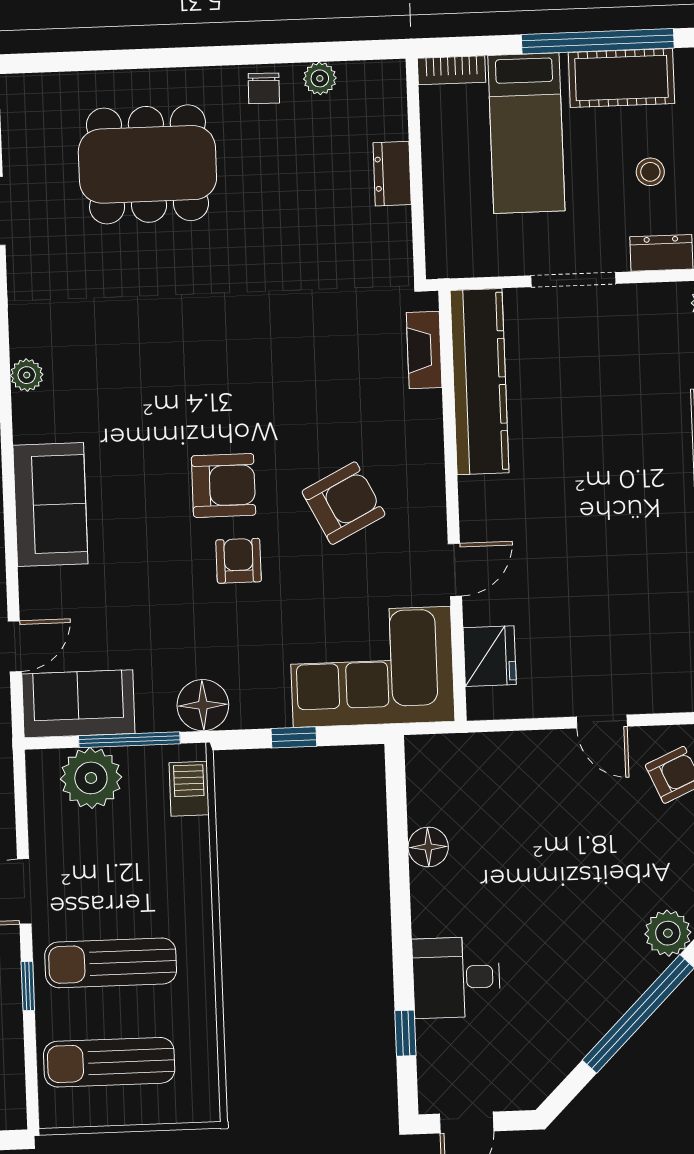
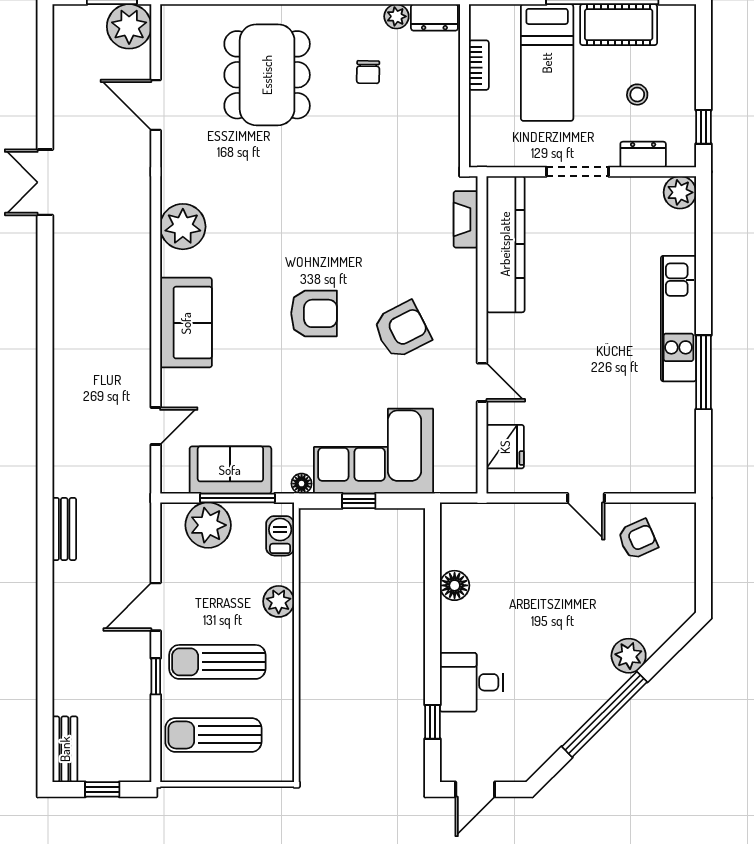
bookcase: (452, 70) -> (479, 65), moved, turned -90
chair: (264, 88) -> (368, 72), moved
dining table: (147, 164) -> (267, 75), turned 90
dresser: (392, 174) -> (434, 17), moved, turned -90
plant: (27, 375) -> (183, 227), width x1.88, depth x1.88
armchair: (239, 561) -> (323, 369), removed
door: (455, 570) -> (482, 382), hinge flipped
corner sofa: (372, 667) -> (373, 451), moved
sofa: (78, 704) -> (230, 470), moved
floor lamp: (203, 705) -> (302, 484), width x0.53, depth x0.53
plant: (191, 878) -> (279, 601), added

